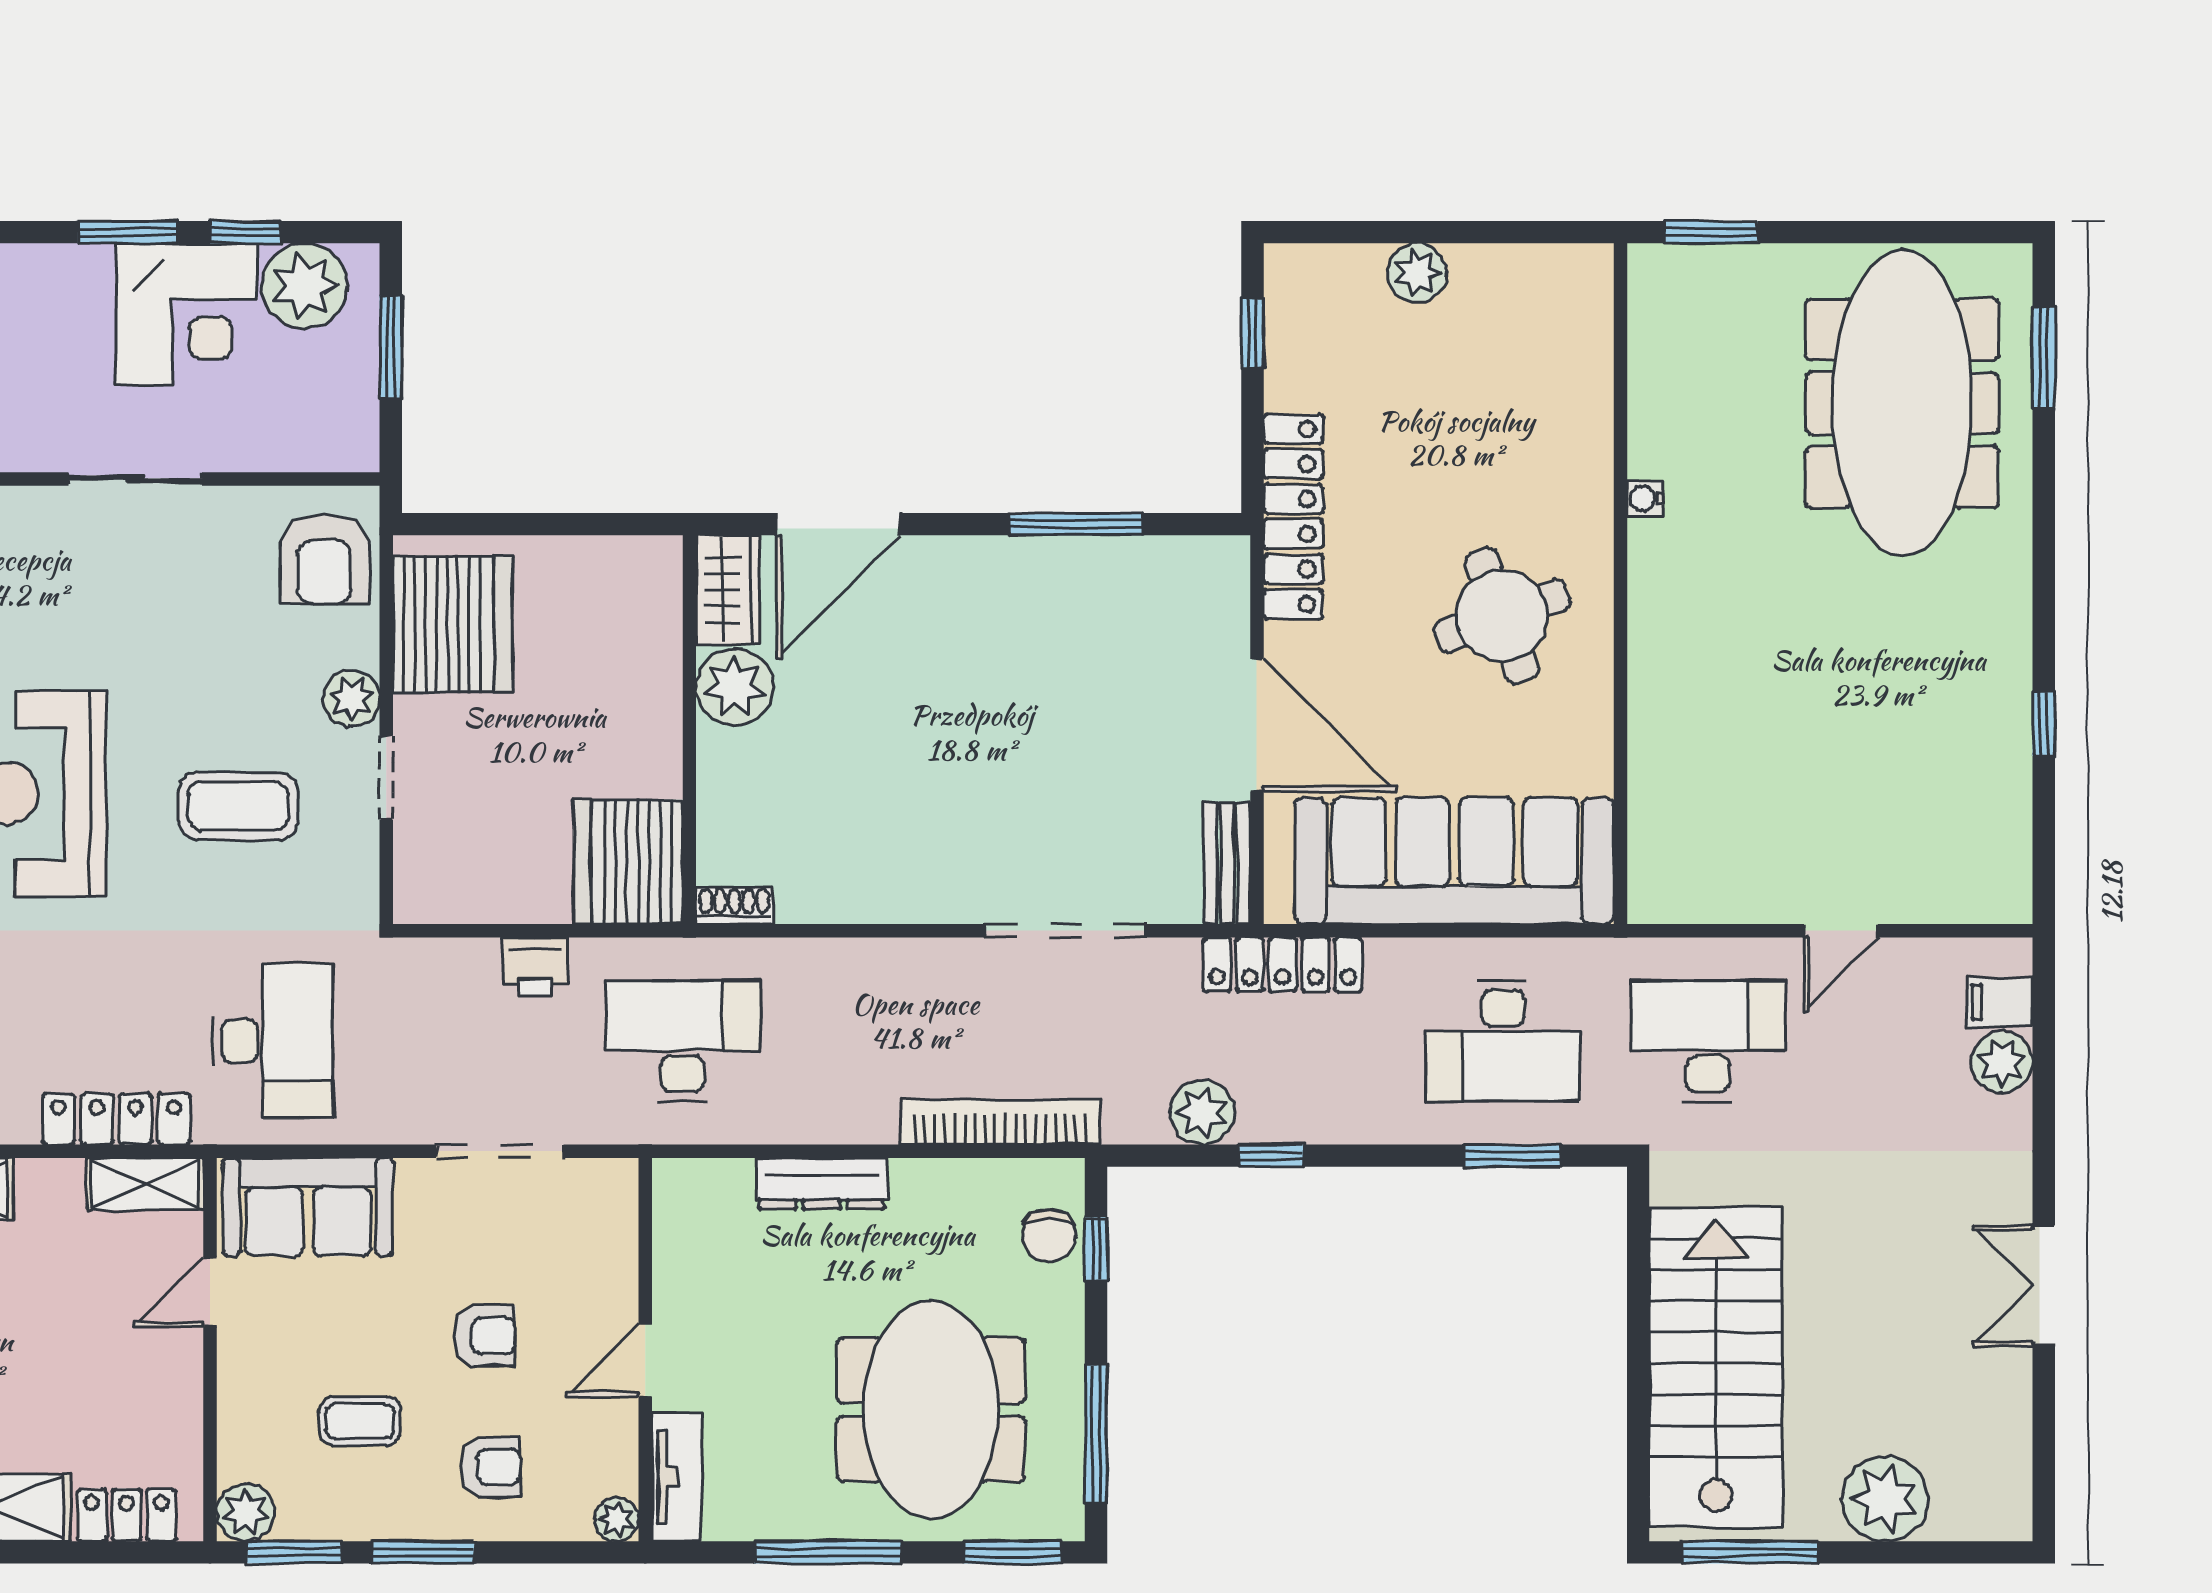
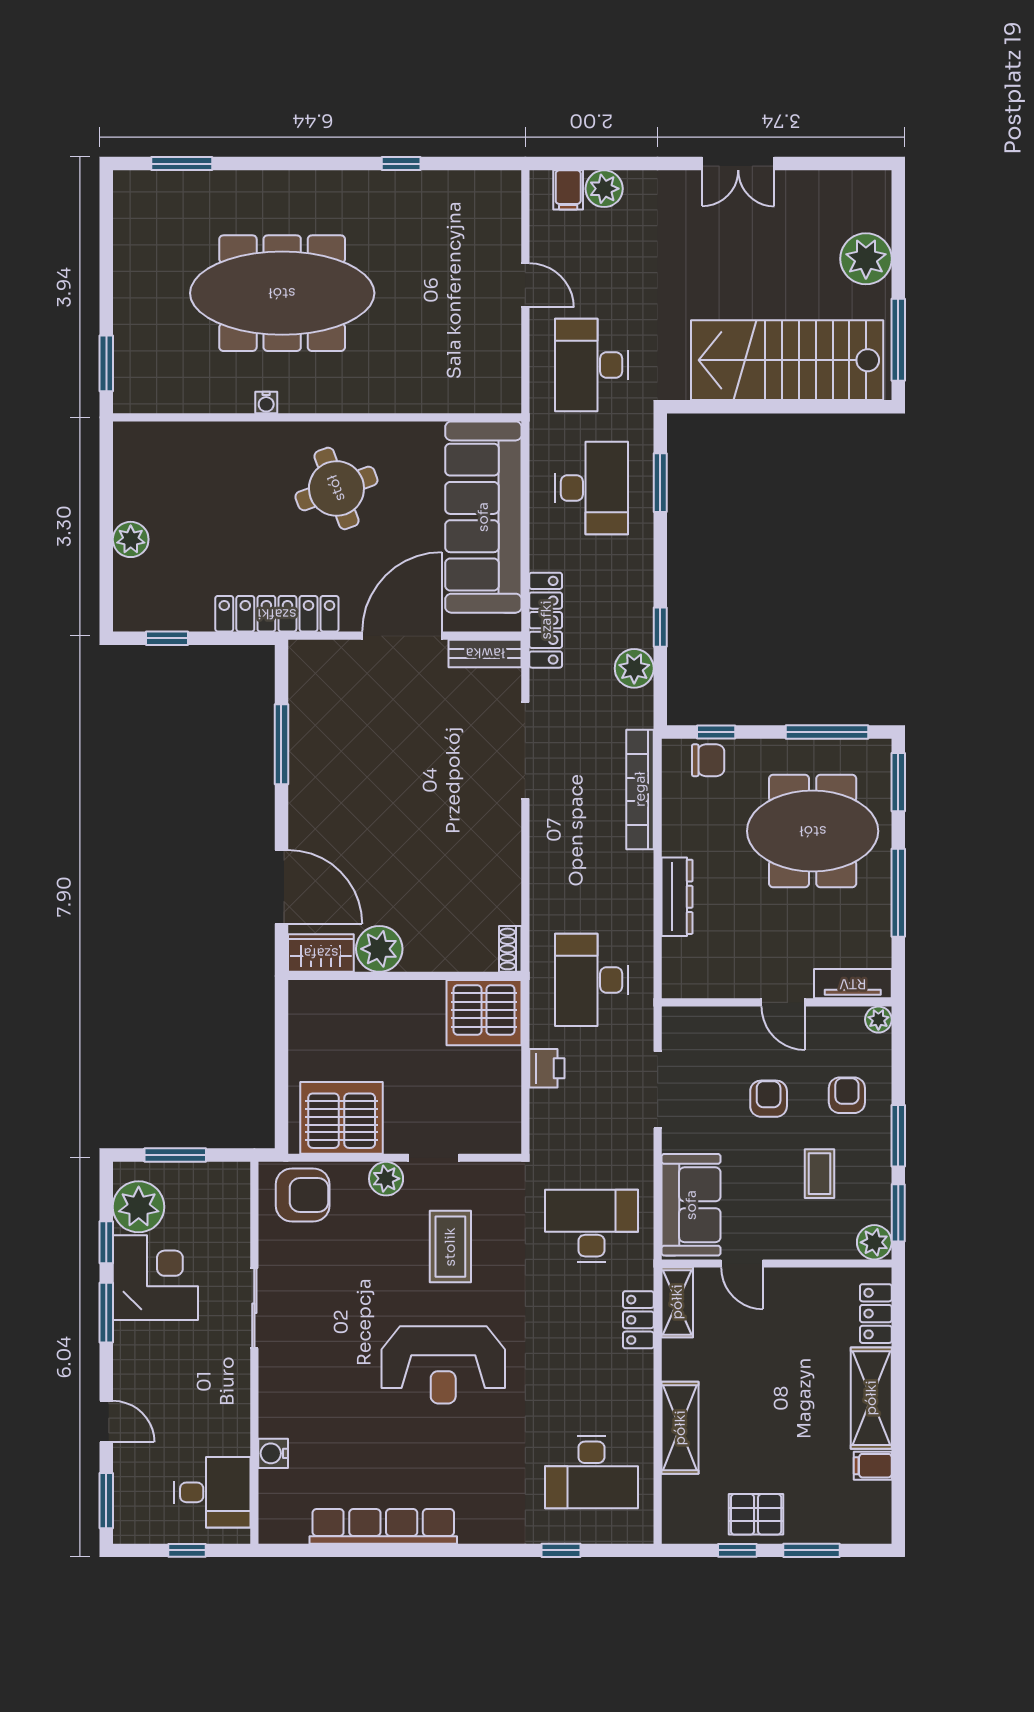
meeting table: (1902, 403) -> (282, 293), moved
locker: (116, 1119) -> (638, 1320), width x0.66

